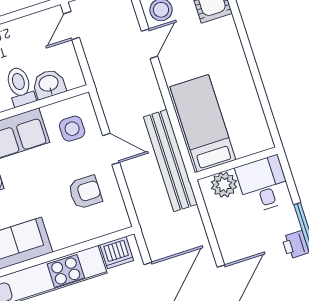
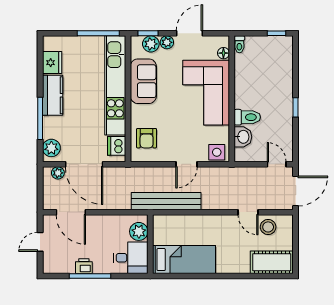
bed: (203, 123) -> (184, 260), moved
side table: (72, 129) -> (217, 152), moved
armchair: (85, 192) -> (147, 138), moved

